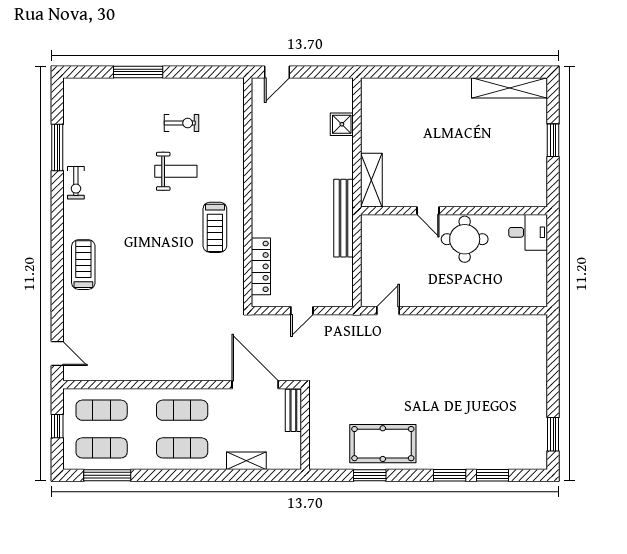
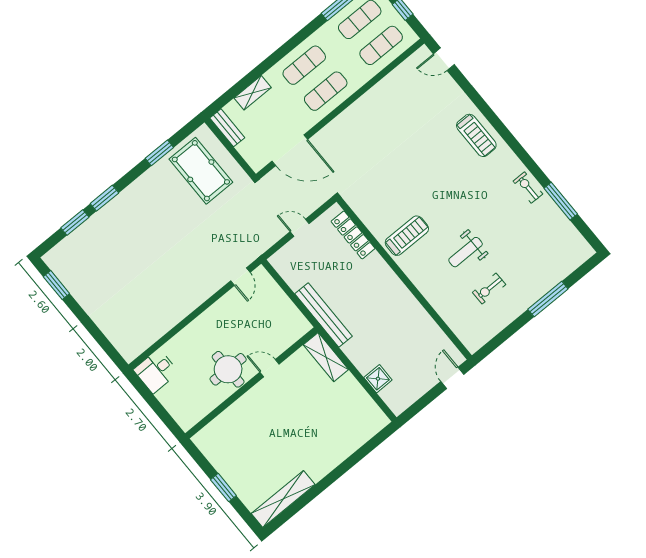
treadmill: (215, 227) -> (407, 236), turned 90
desk: (528, 232) -> (156, 371), moved
door: (302, 311) -> (300, 228), hinge flipped
bench: (293, 410) -> (227, 128), moved
pool table: (383, 444) -> (201, 171), moved, turned 90

